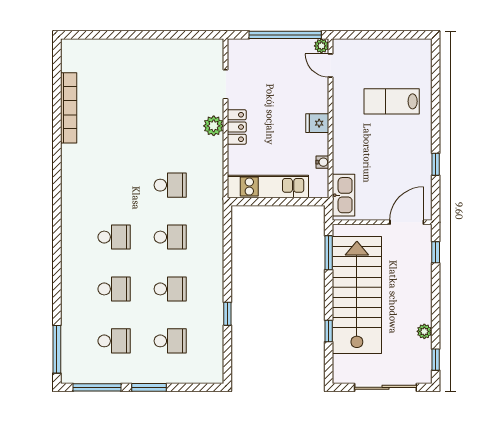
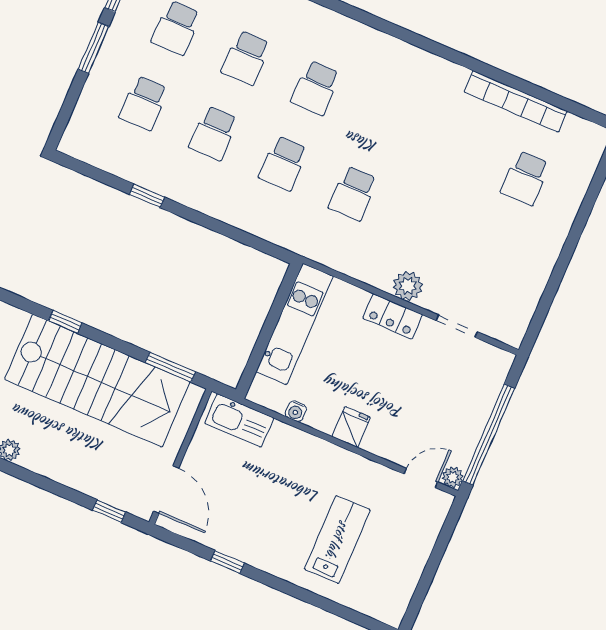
school desk: (114, 81) -> (525, 178), added

